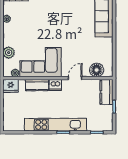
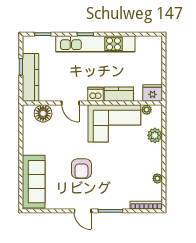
armchair: (66, 26) -> (81, 169), added
door: (75, 78) -> (70, 103), hinge flipped
kitchen counter: (107, 92) -> (30, 77), width x1.50

